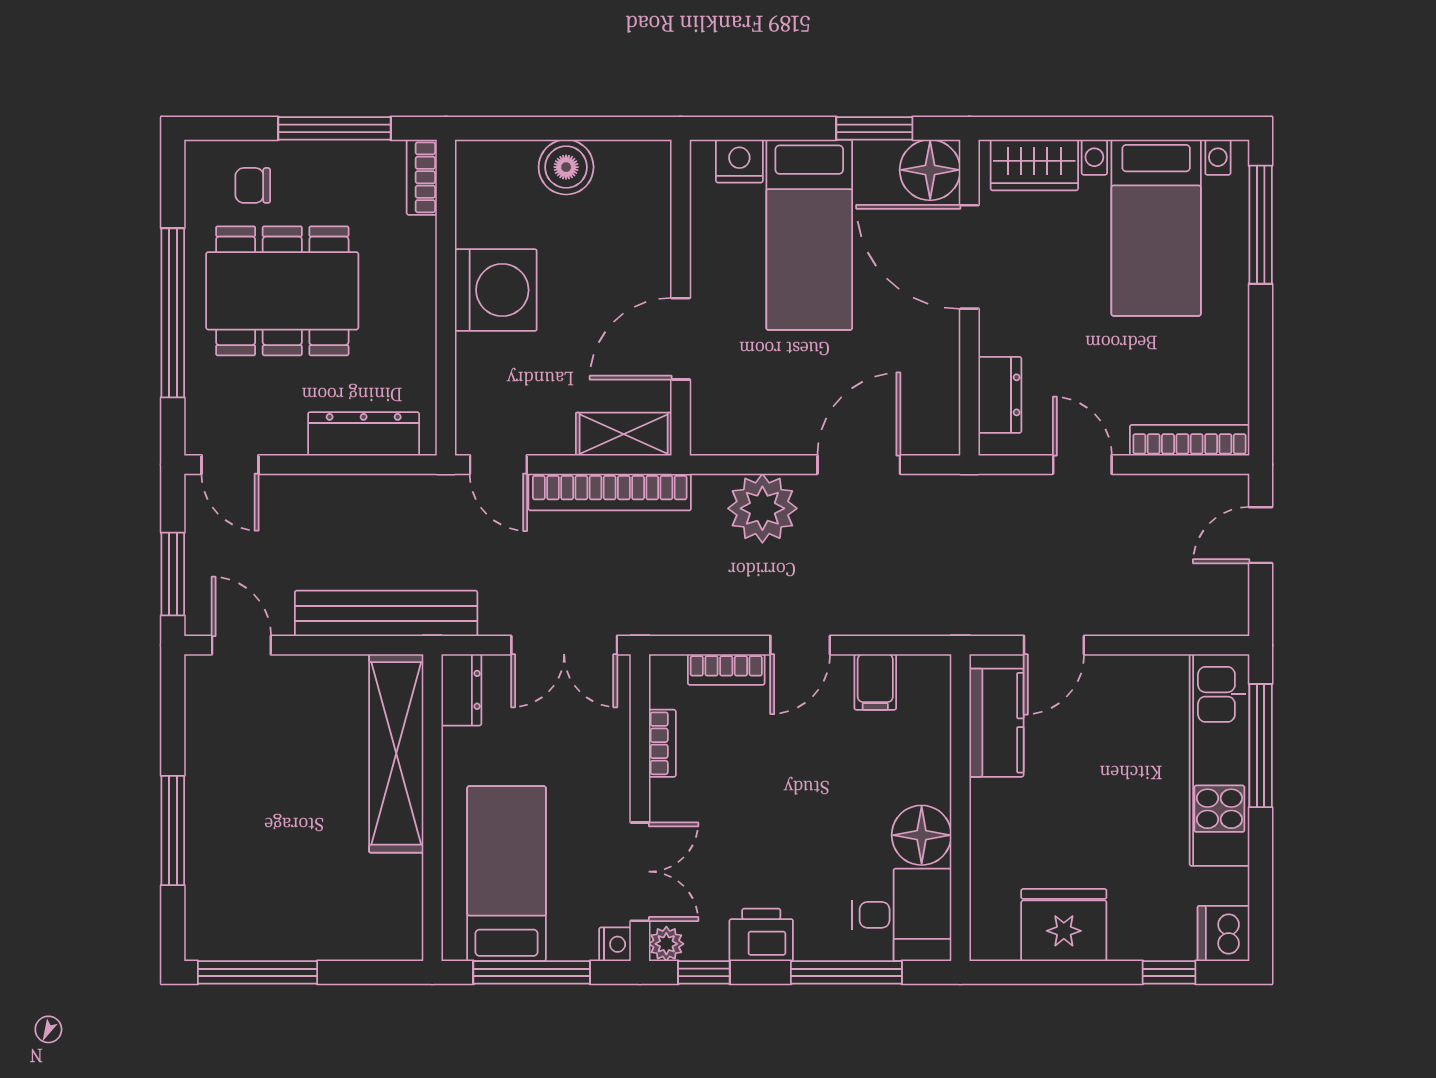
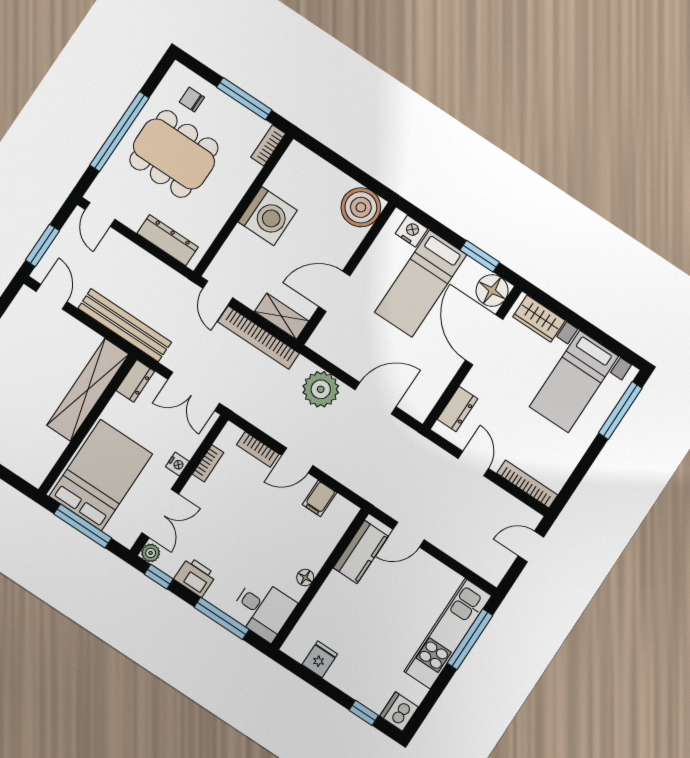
boiler: (566, 167) -> (361, 207), moved, width x1.37, depth x1.37
floor lamp: (922, 835) -> (305, 578), width x0.53, depth x0.53
bed: (507, 874) -> (101, 475), width x1.50
fridge: (1064, 925) -> (320, 659), width x0.53, depth x0.75
nightstand: (615, 944) -> (177, 464), moved

